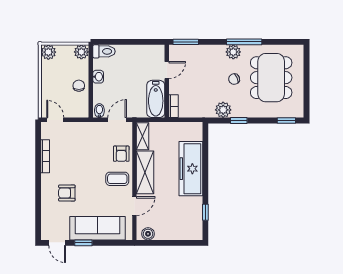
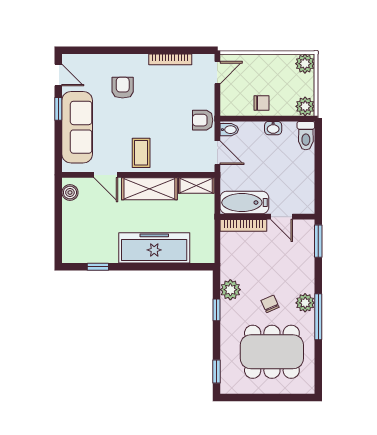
bookcase: (173, 106) -> (243, 225), width x1.56
armchair: (121, 154) -> (203, 120), moved
door: (57, 243) -> (58, 75), swing flipped

